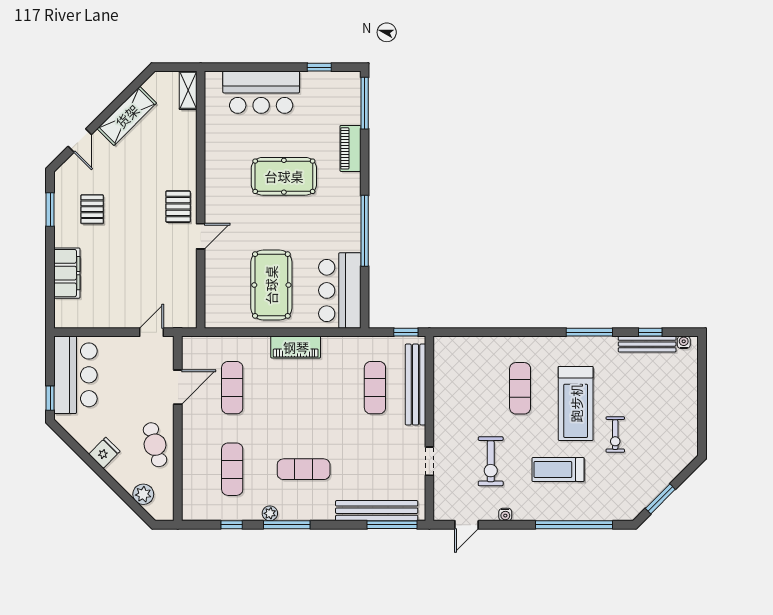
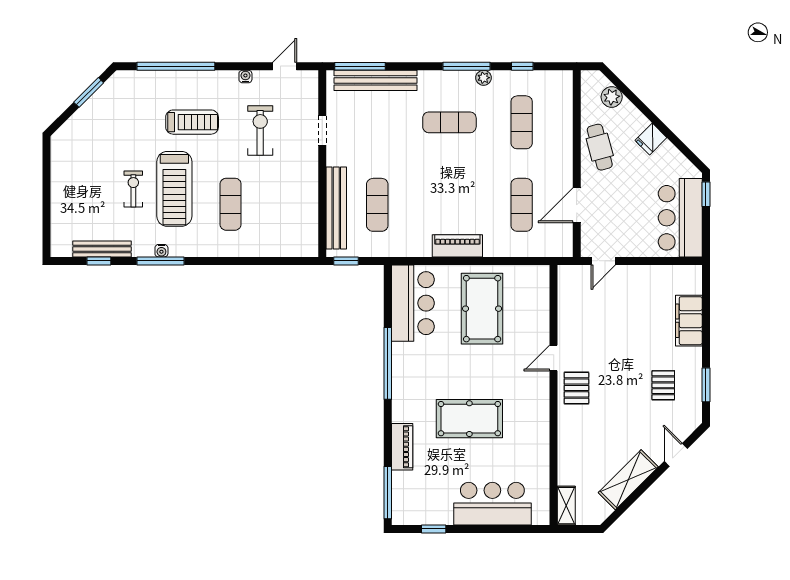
water cooler: (684, 342) -> (161, 251), moved
treadmill: (576, 403) -> (174, 189), turned 180
exercise bike: (615, 435) -> (133, 189), moved

